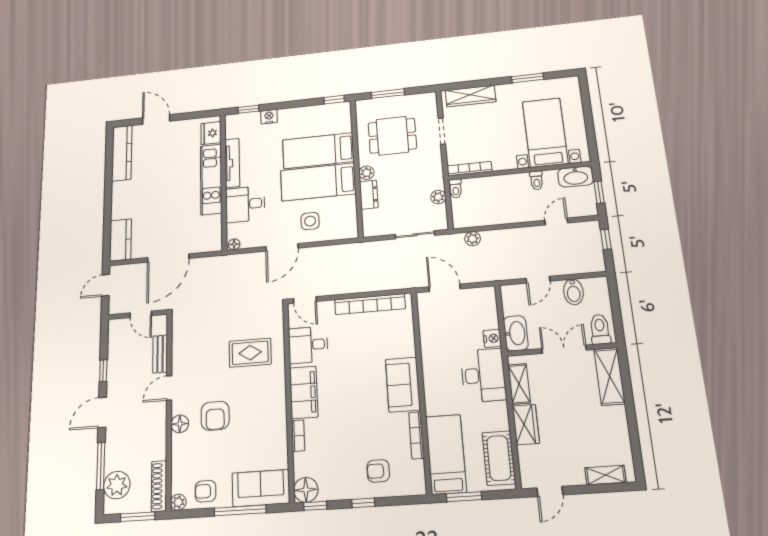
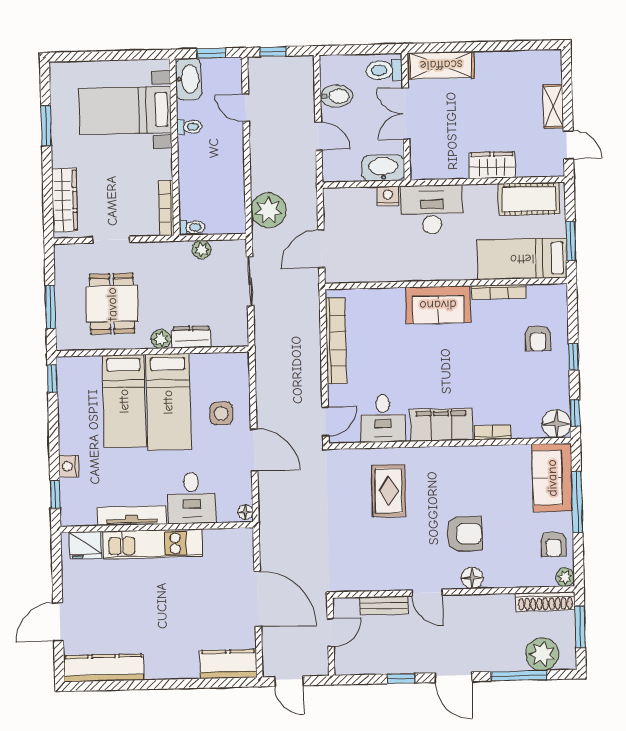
plant: (473, 239) -> (269, 210), width x1.88, depth x1.88
shelving: (519, 384) -> (444, 169), removed
shelving: (605, 475) -> (553, 106), moved

